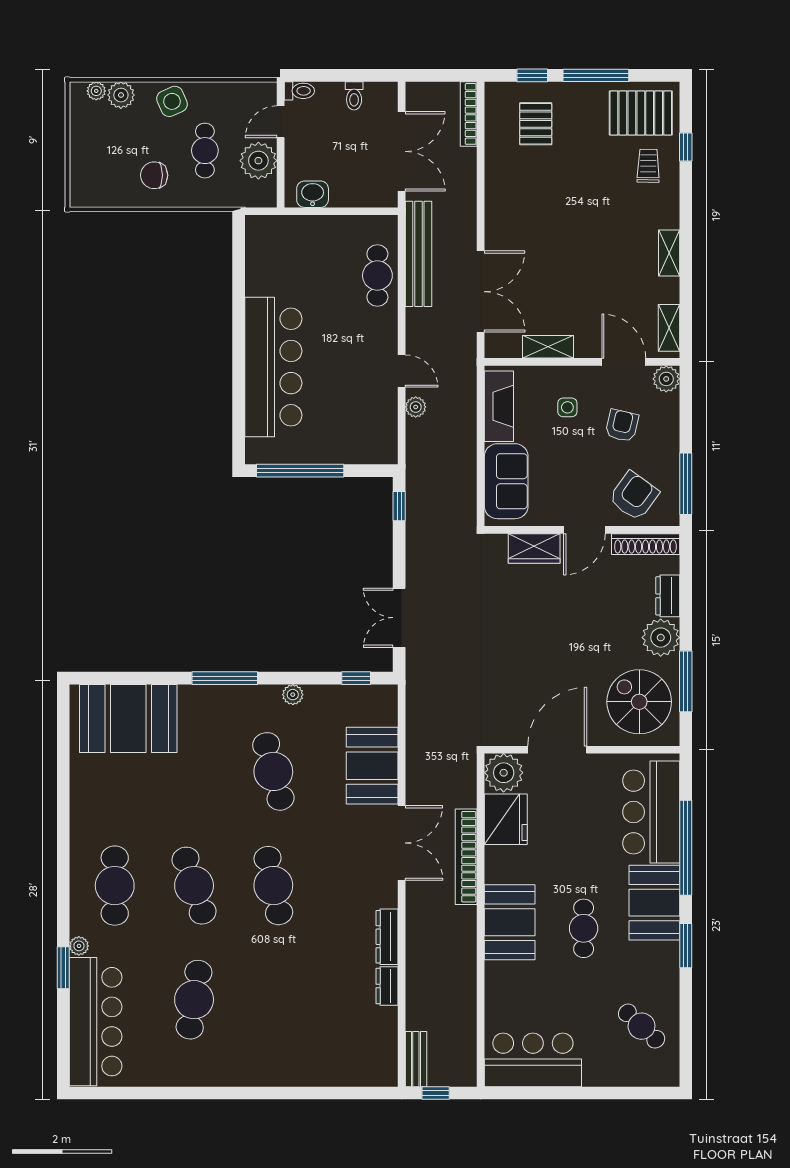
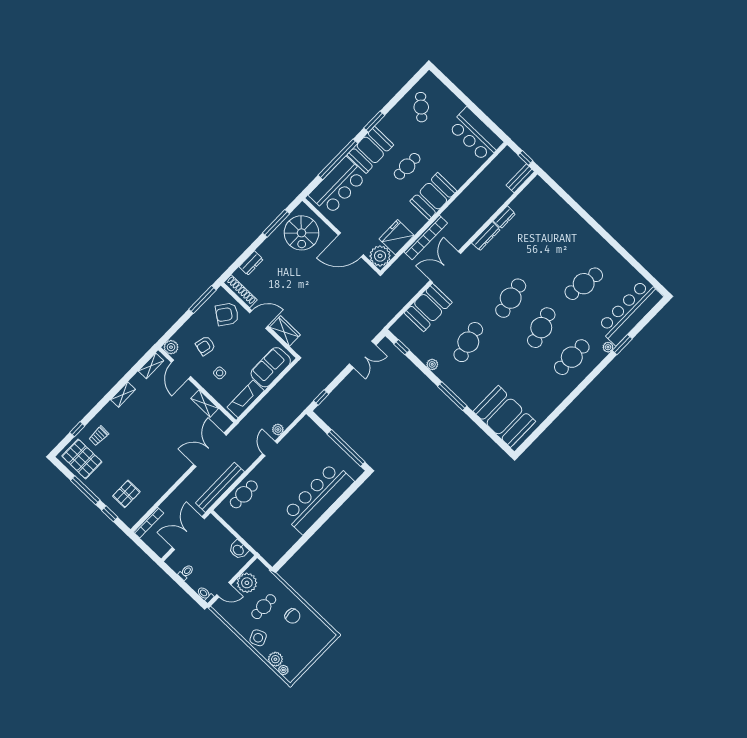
plant: (661, 638) -> (269, 250), removed

